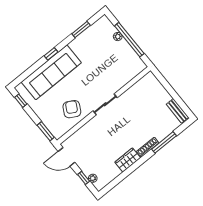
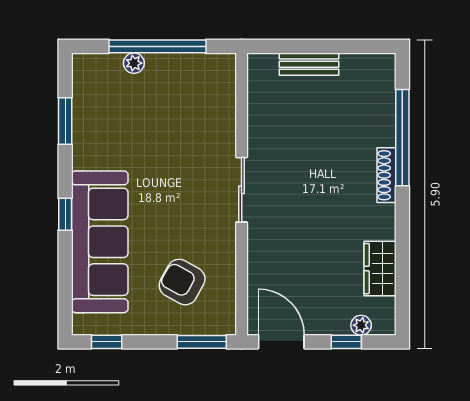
armchair: (72, 109) -> (182, 282), moved
bench: (178, 111) -> (309, 64), moved
window: (164, 142) -> (402, 138), width x1.46
door: (67, 157) -> (281, 342), swing flipped
wardrobe: (128, 160) -> (380, 269), moved

